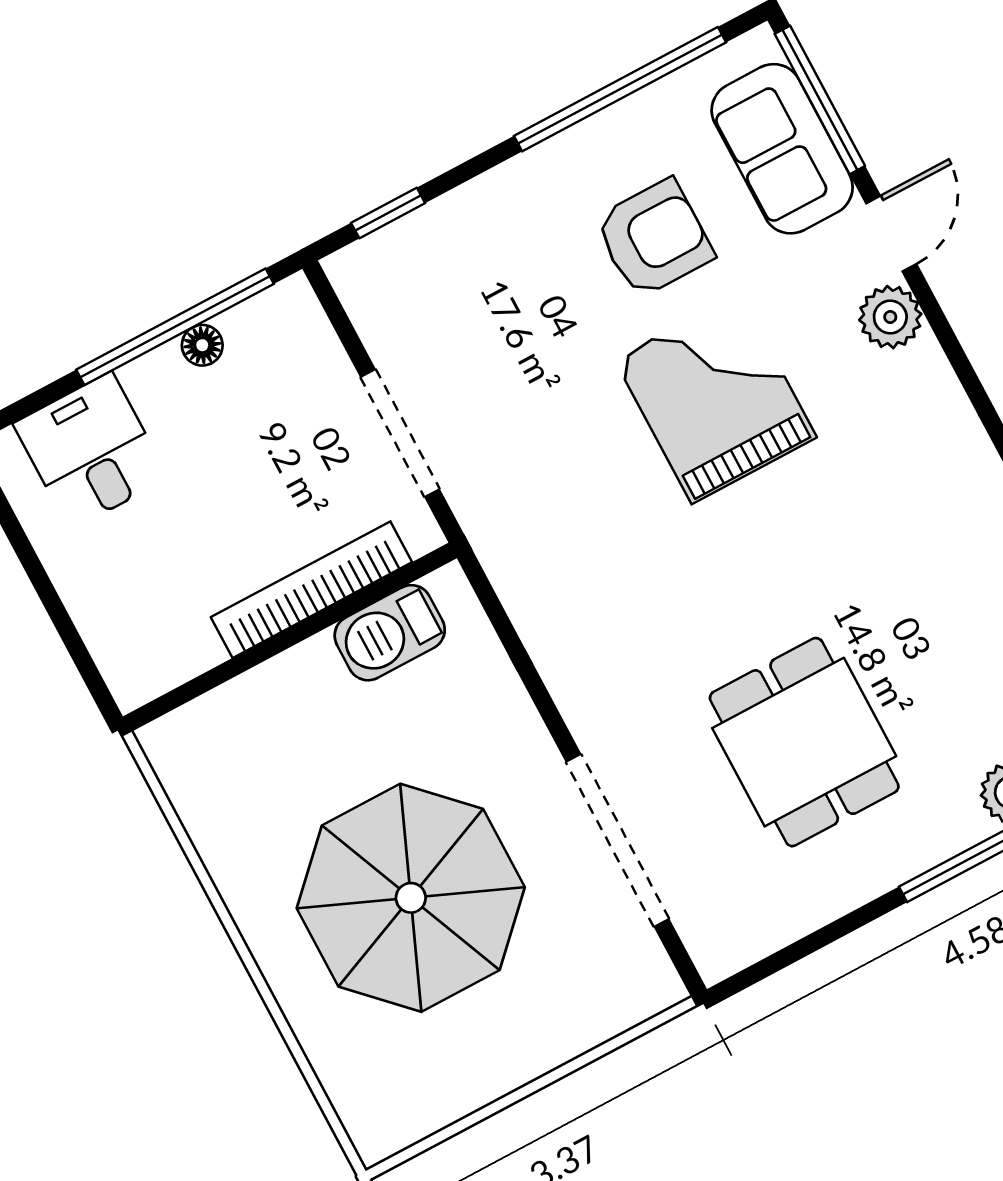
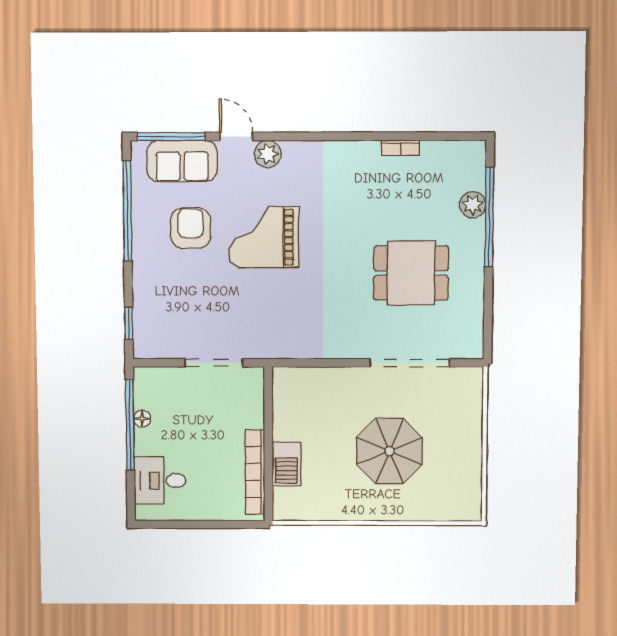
bookcase: (311, 590) -> (255, 472), moved
barbecue: (390, 633) -> (287, 464), moved
parasol: (411, 898) -> (389, 451), width x0.73, depth x0.73

